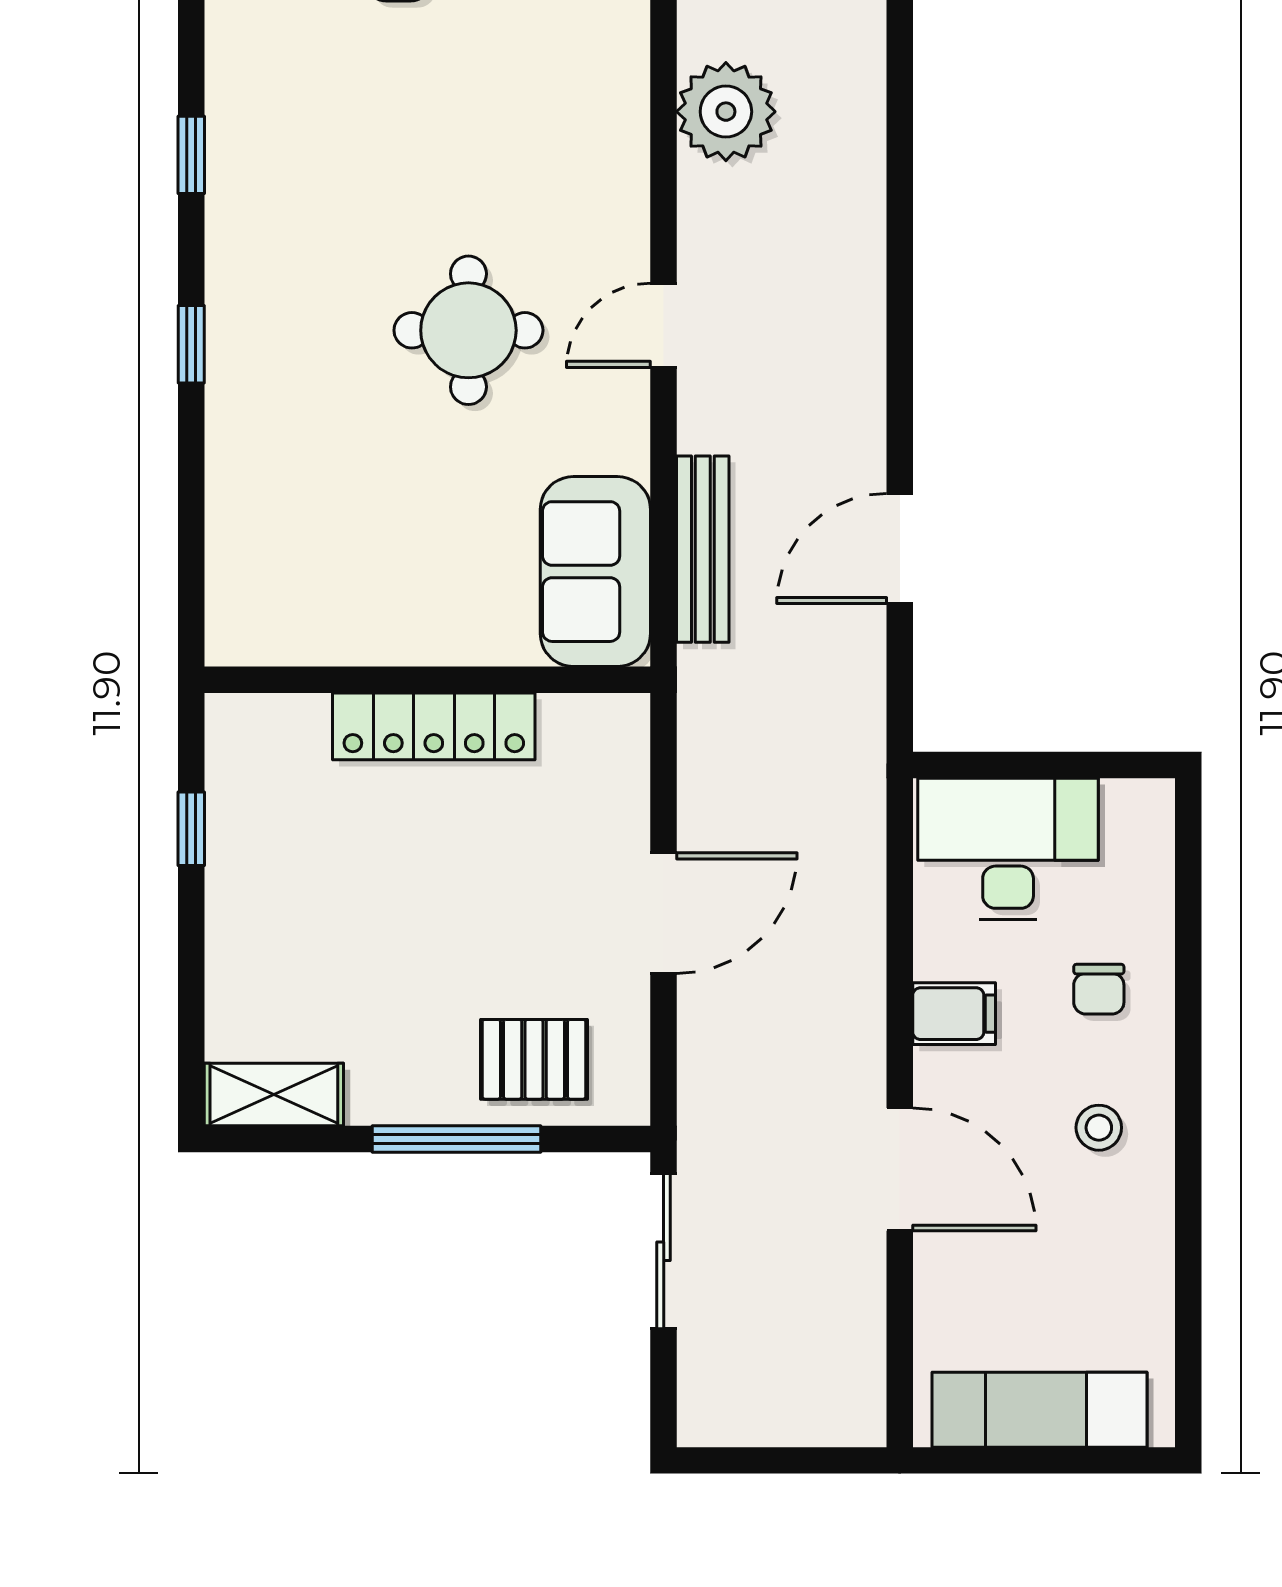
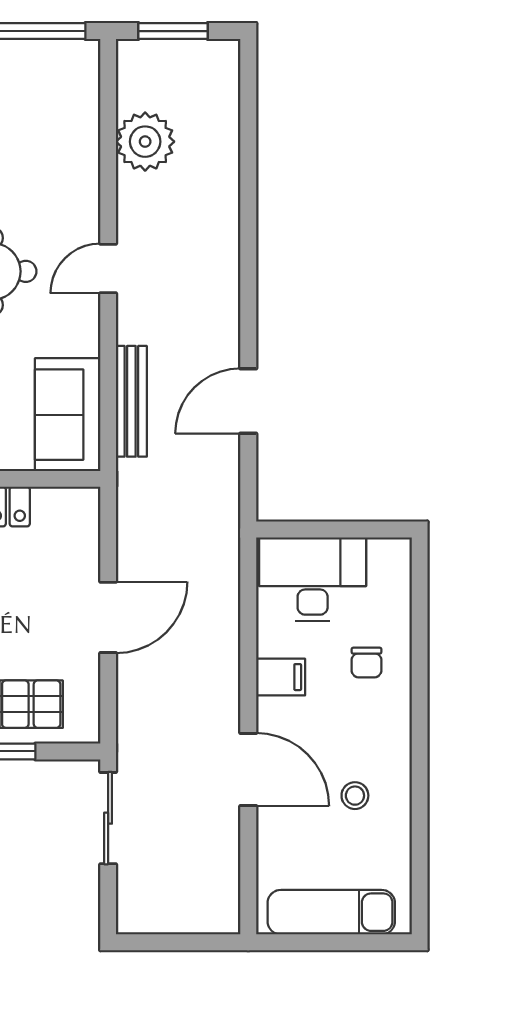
stool: (1099, 1128) -> (355, 796), moved

